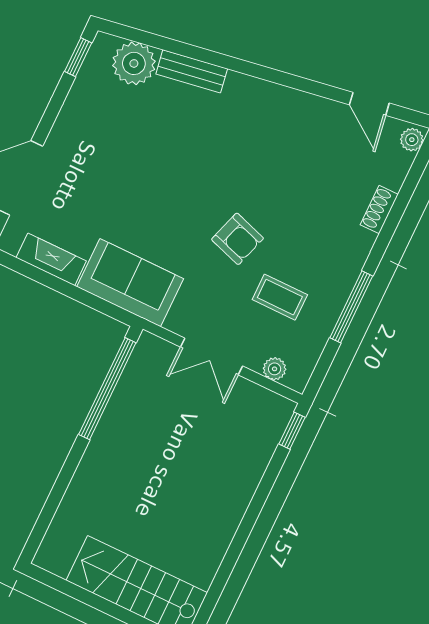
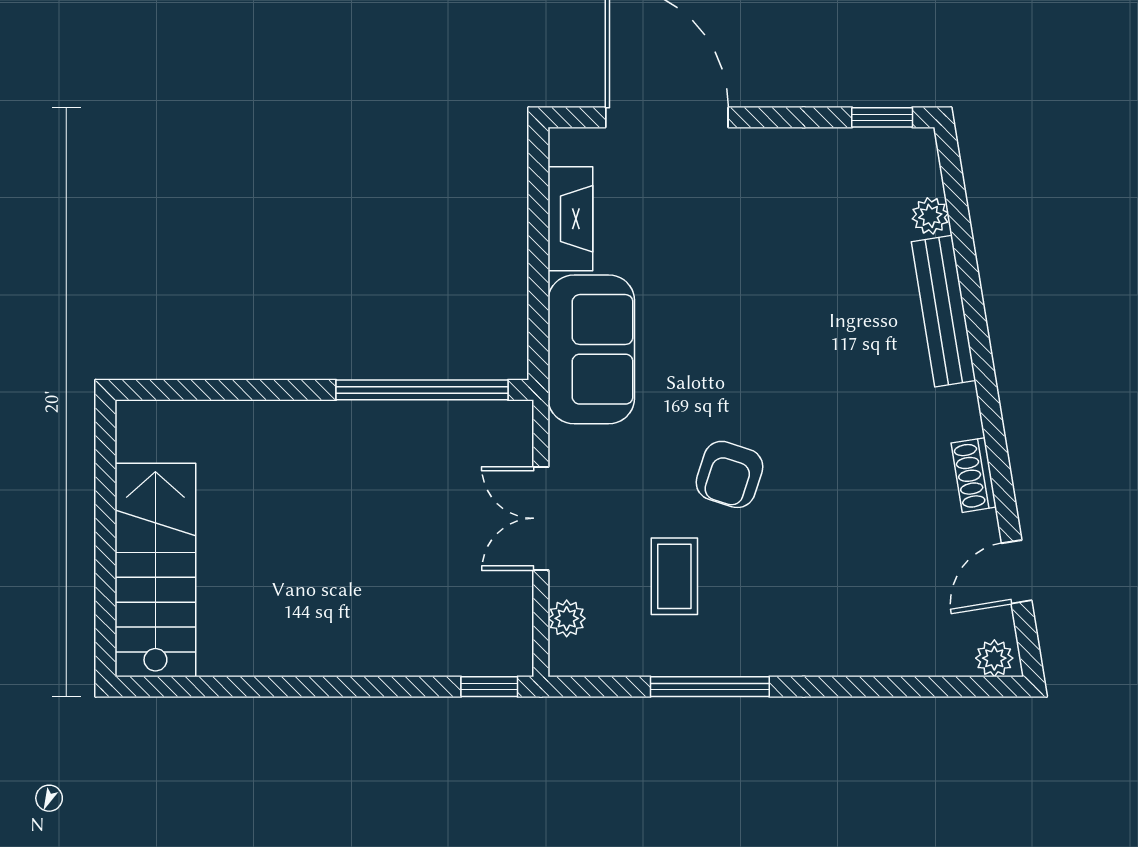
plant: (134, 63) -> (930, 216), width x0.53, depth x0.53
bench: (192, 71) -> (944, 311), width x1.36
shoe rack: (379, 210) -> (974, 475), moved, turned -99

